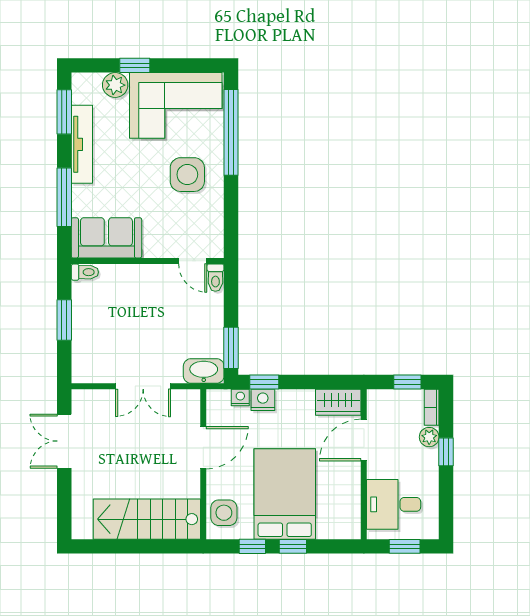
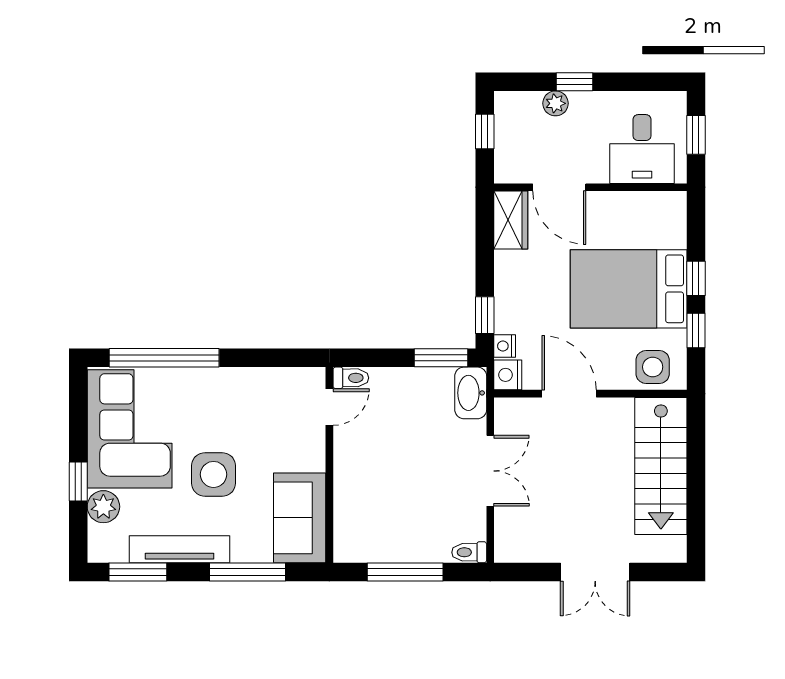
side table: (187, 175) -> (214, 474), moved
toilet: (85, 272) -> (469, 552), moved, turned -90
window: (64, 320) -> (405, 572), width x1.44
nightstand: (263, 400) -> (508, 375), moved
bookcase: (432, 407) -> (517, 100), removed
double door: (64, 441) -> (595, 572), moved

